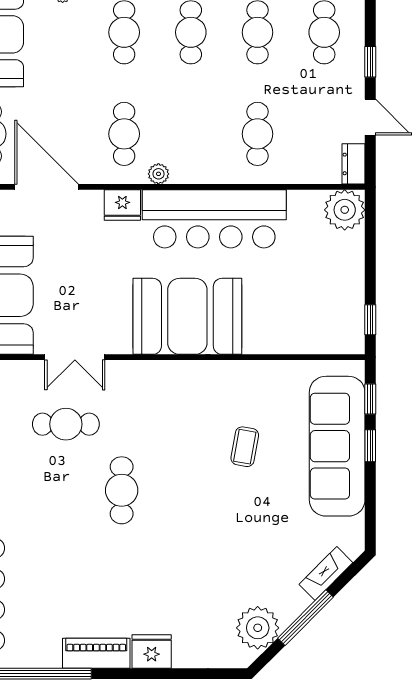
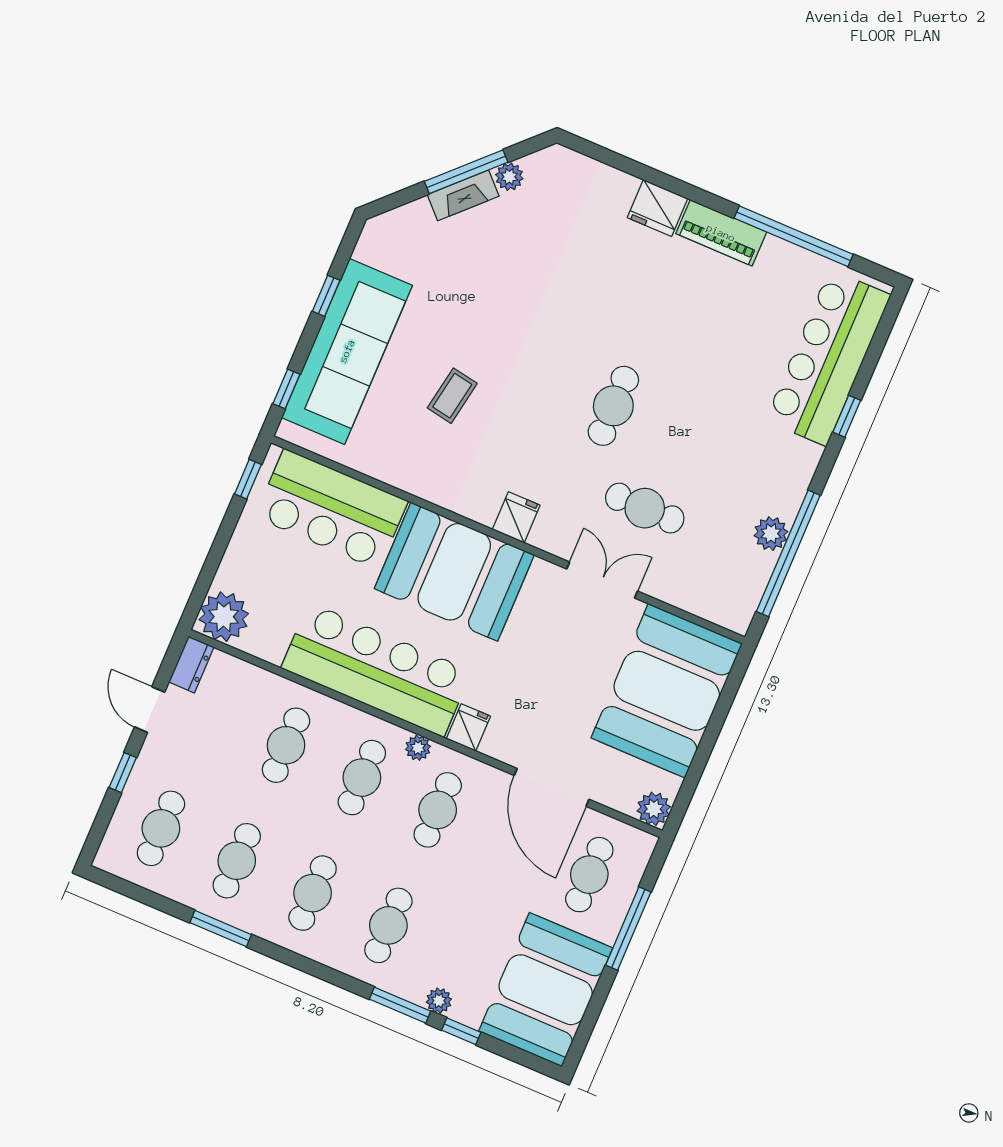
cafe table: (191, 134) -> (362, 778), added
fridge: (122, 205) -> (468, 728), width x0.72
bar counter: (299, 324) -> (331, 509), added
fridge: (159, 376) -> (516, 517), added
window: (370, 446) -> (326, 296), moved
fireplace: (326, 573) -> (463, 195), moved
plant: (258, 628) -> (509, 177), width x0.53, depth x0.53

